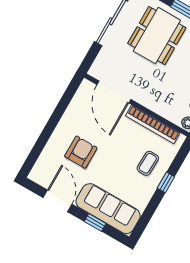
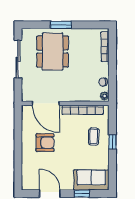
armchair: (81, 152) -> (45, 143), moved, turned 90
sofa: (108, 209) -> (91, 180), width x0.73

